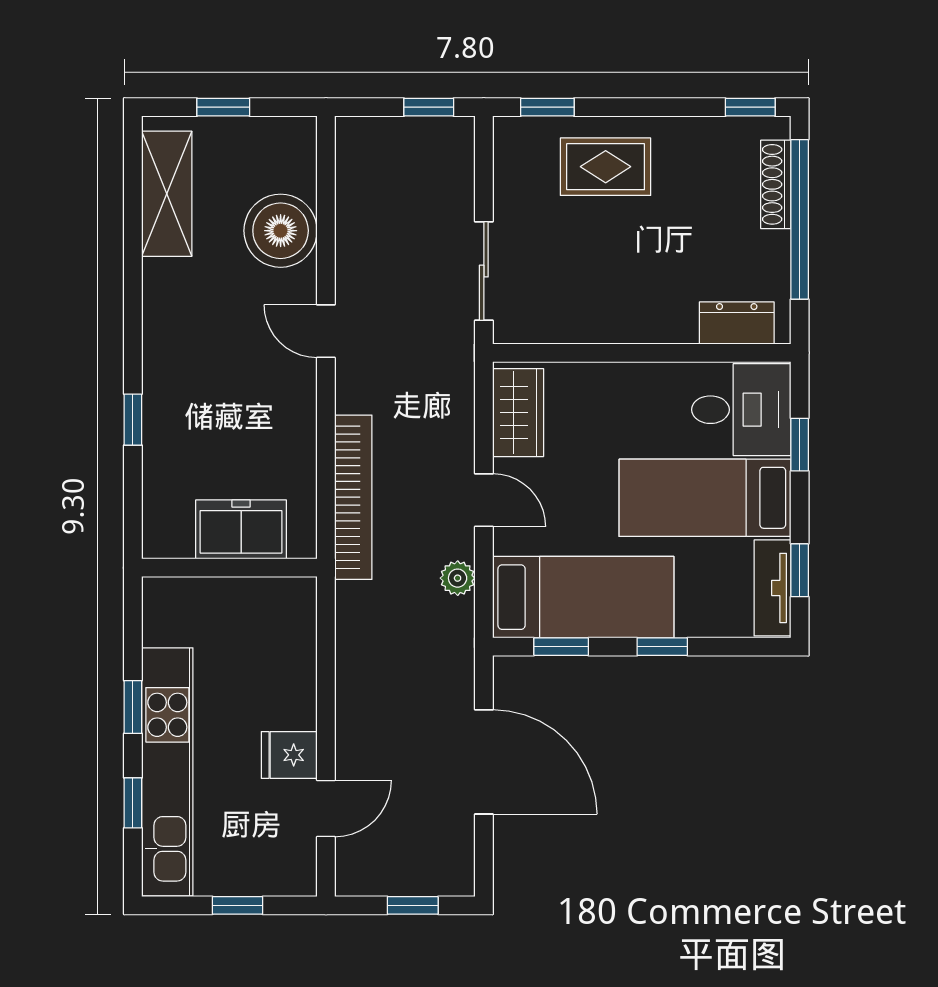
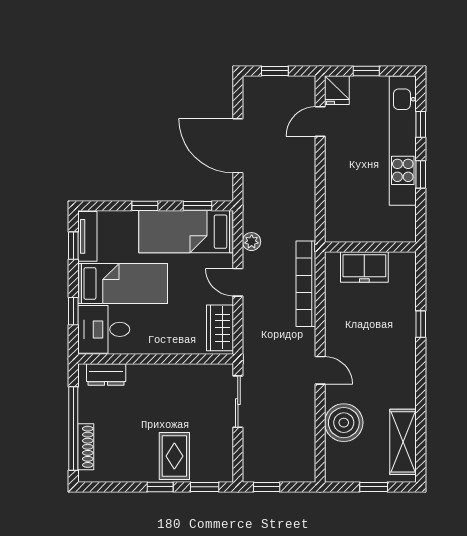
window: (750, 107) -> (160, 487), moved
rug: (606, 167) -> (174, 456), turned 90
fridge: (289, 755) -> (337, 90), moved, turned 90

